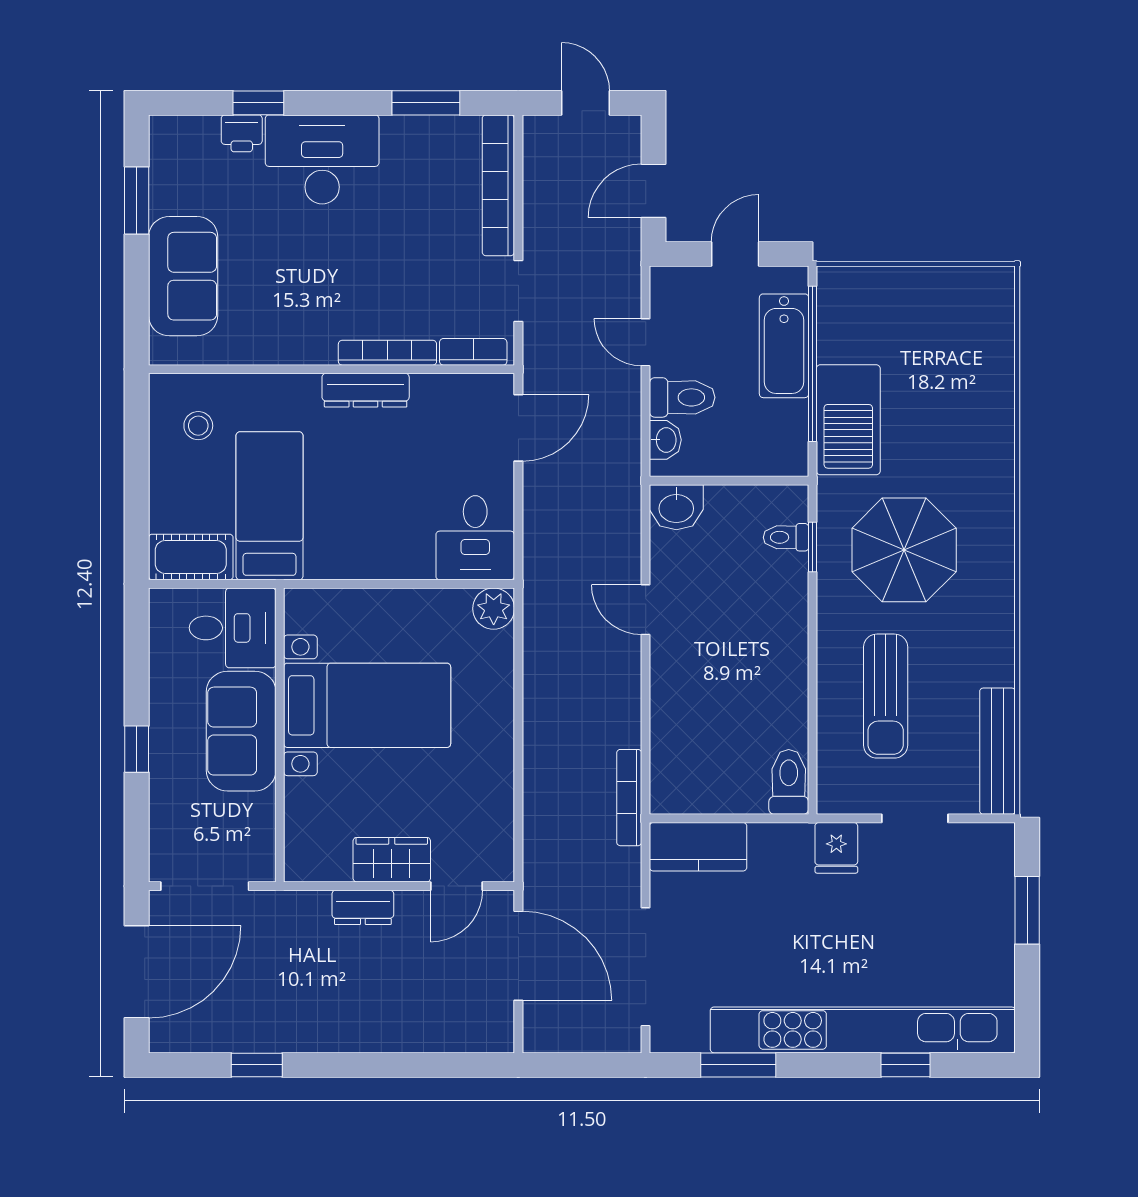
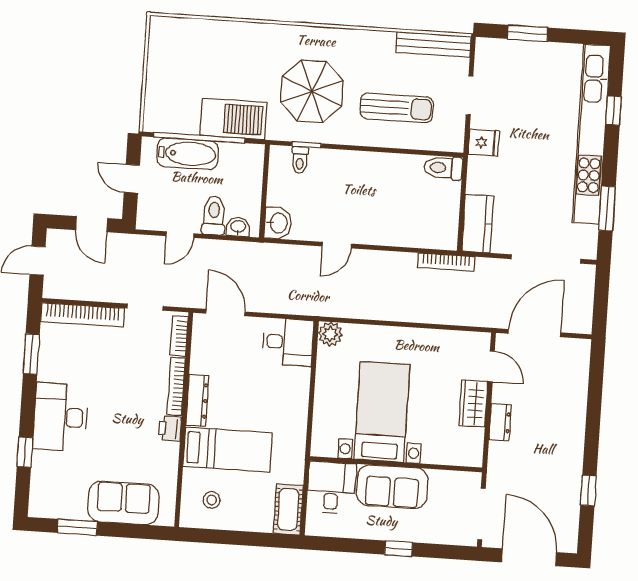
printer: (242, 133) -> (170, 429), moved, turned 180
bed: (270, 506) -> (228, 450), moved, turned 180

